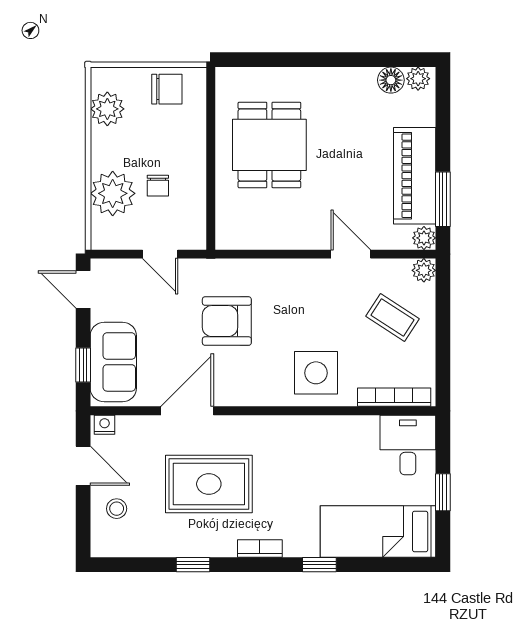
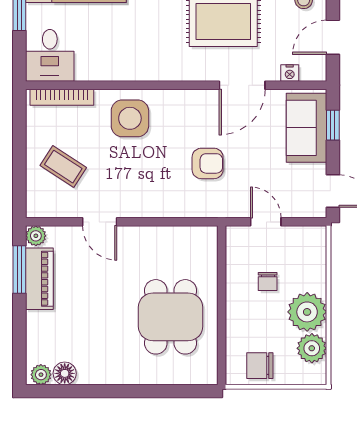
piano: (415, 176) -> (39, 279), width x0.73, depth x0.75
chair: (158, 186) -> (268, 281), turned 180
plant: (113, 193) -> (307, 312), moved
plant: (424, 270) -> (36, 208), removed
armchair: (227, 321) -> (208, 163), width x0.72, depth x0.72
nightstand: (105, 425) -> (290, 73), moved
door: (83, 466) -> (333, 37), hinge flipped

